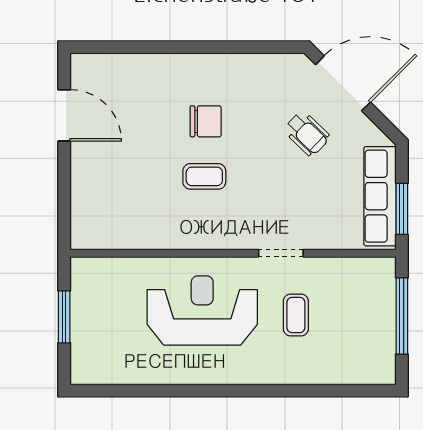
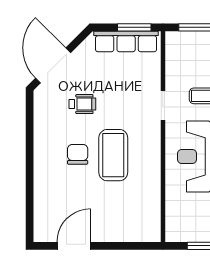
wheelchair: (307, 134) -> (82, 104), moved, turned 46
coffee table: (204, 176) -> (113, 155), width x1.86, depth x1.72

